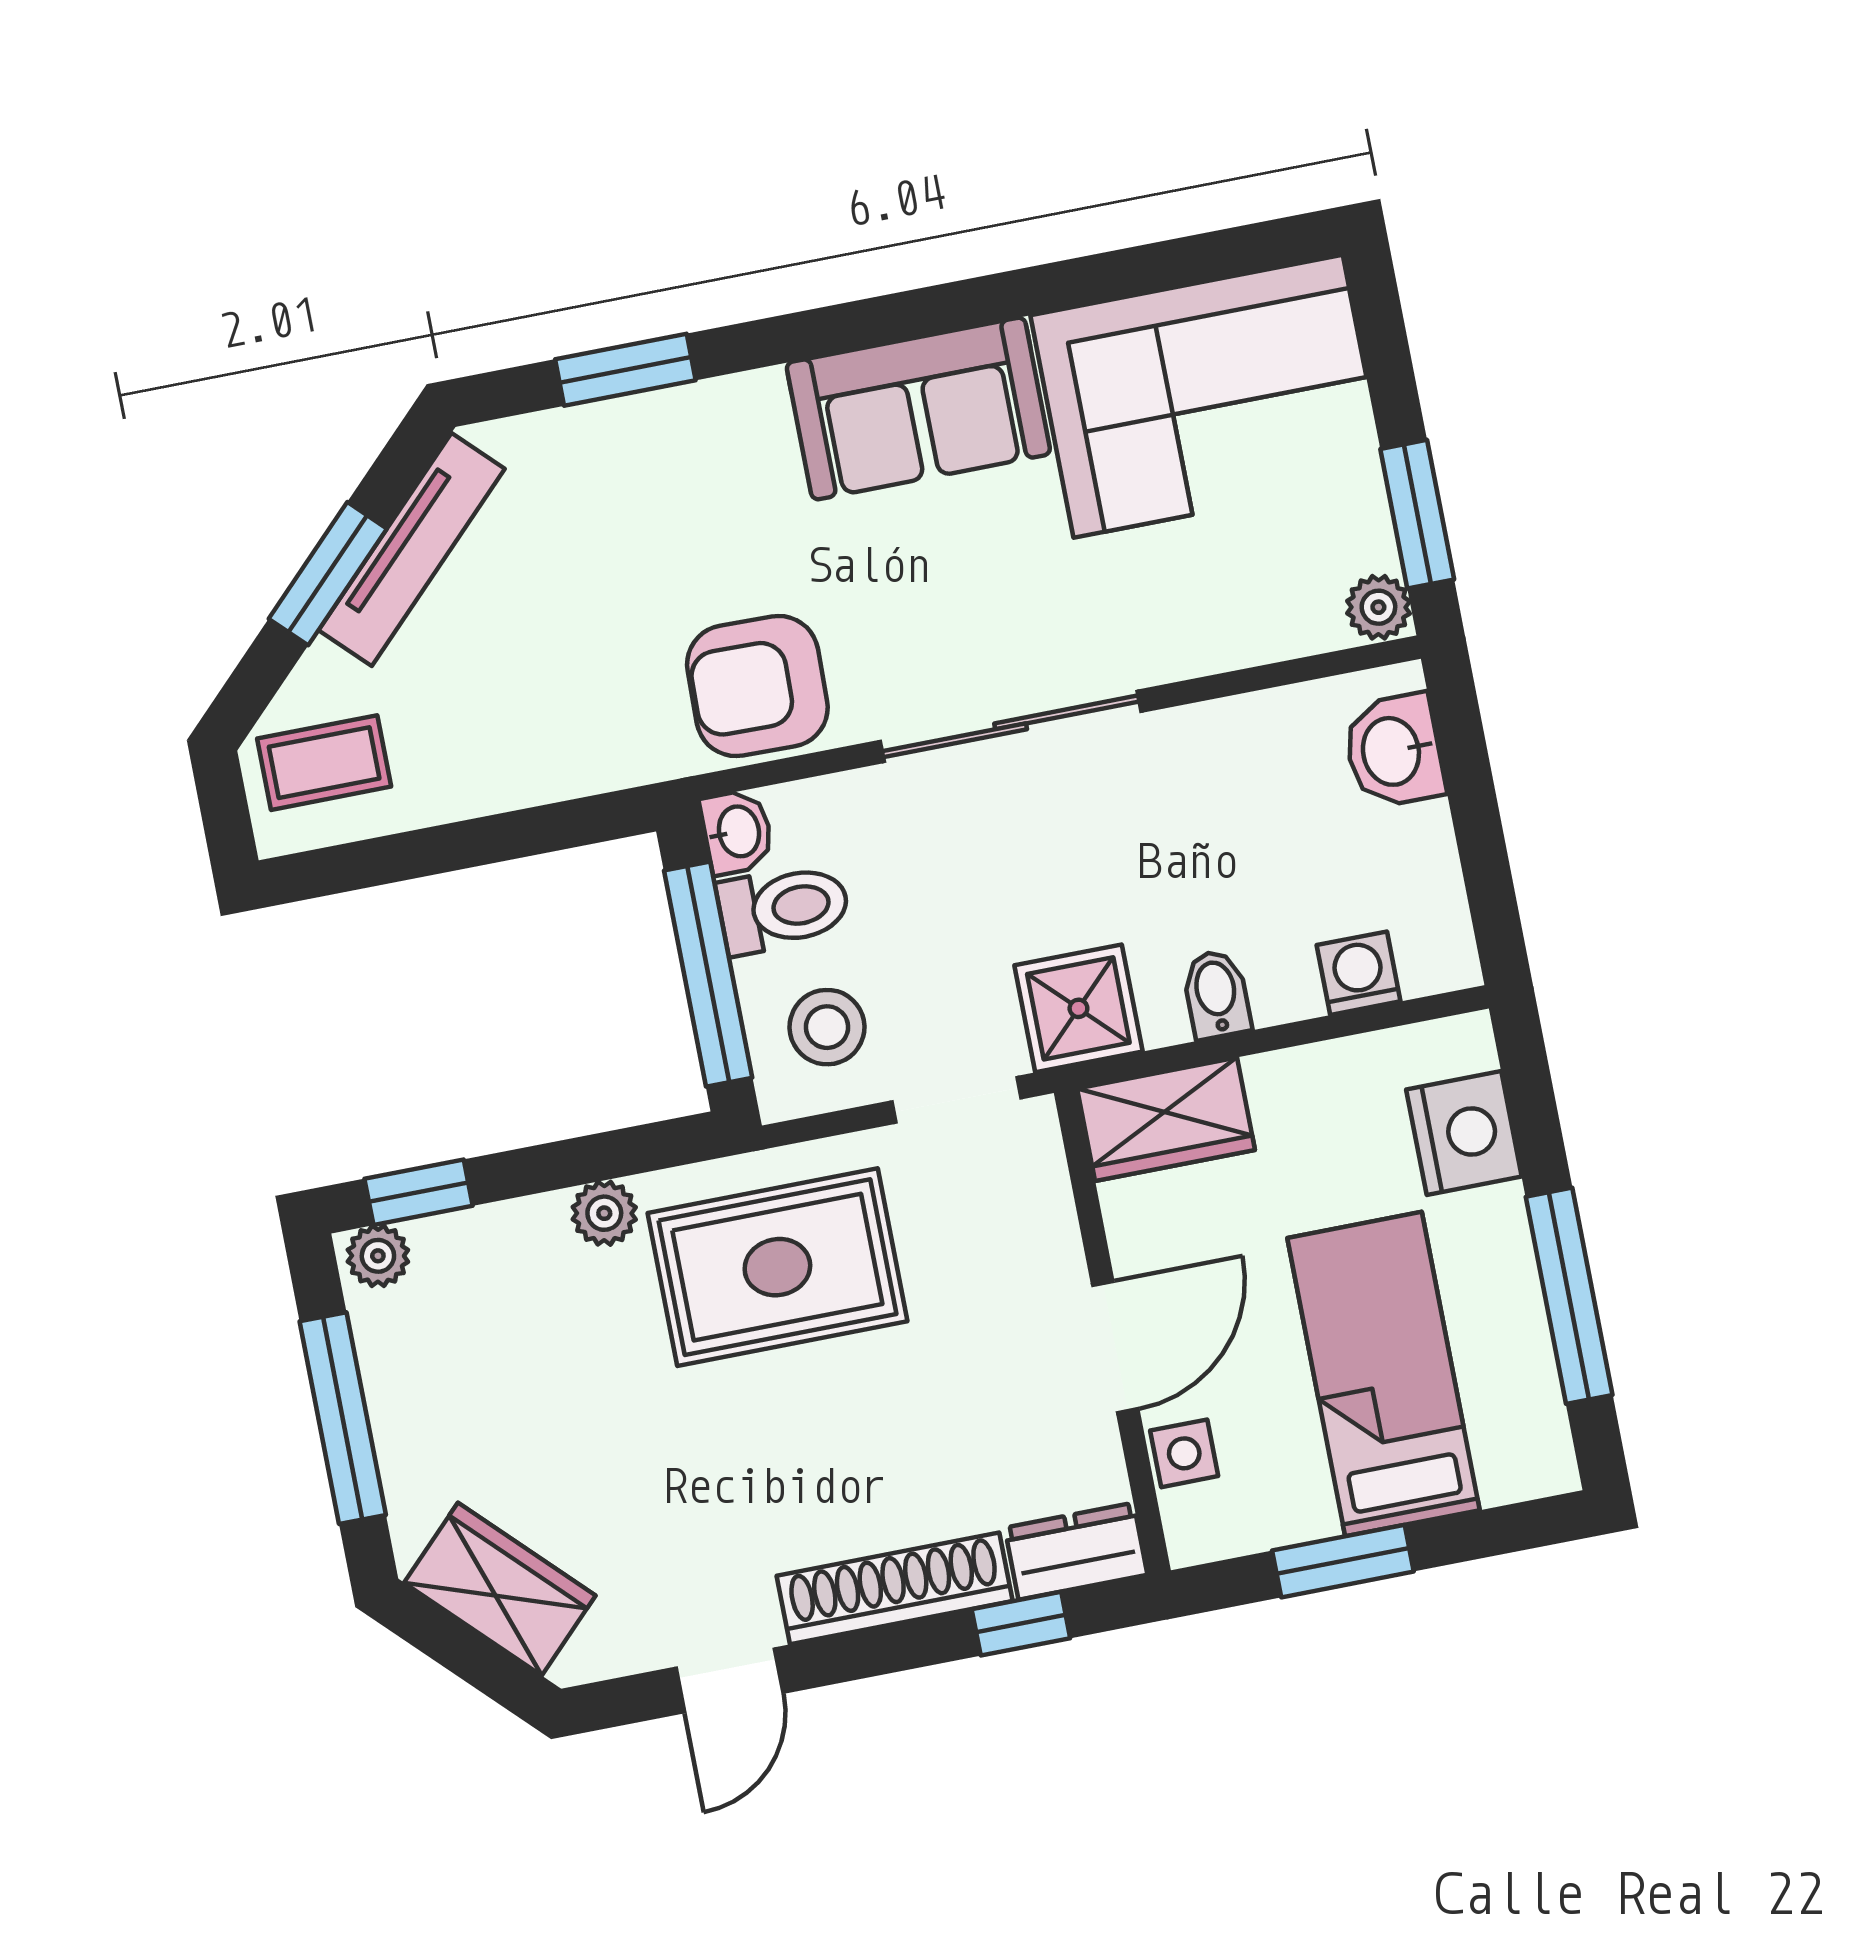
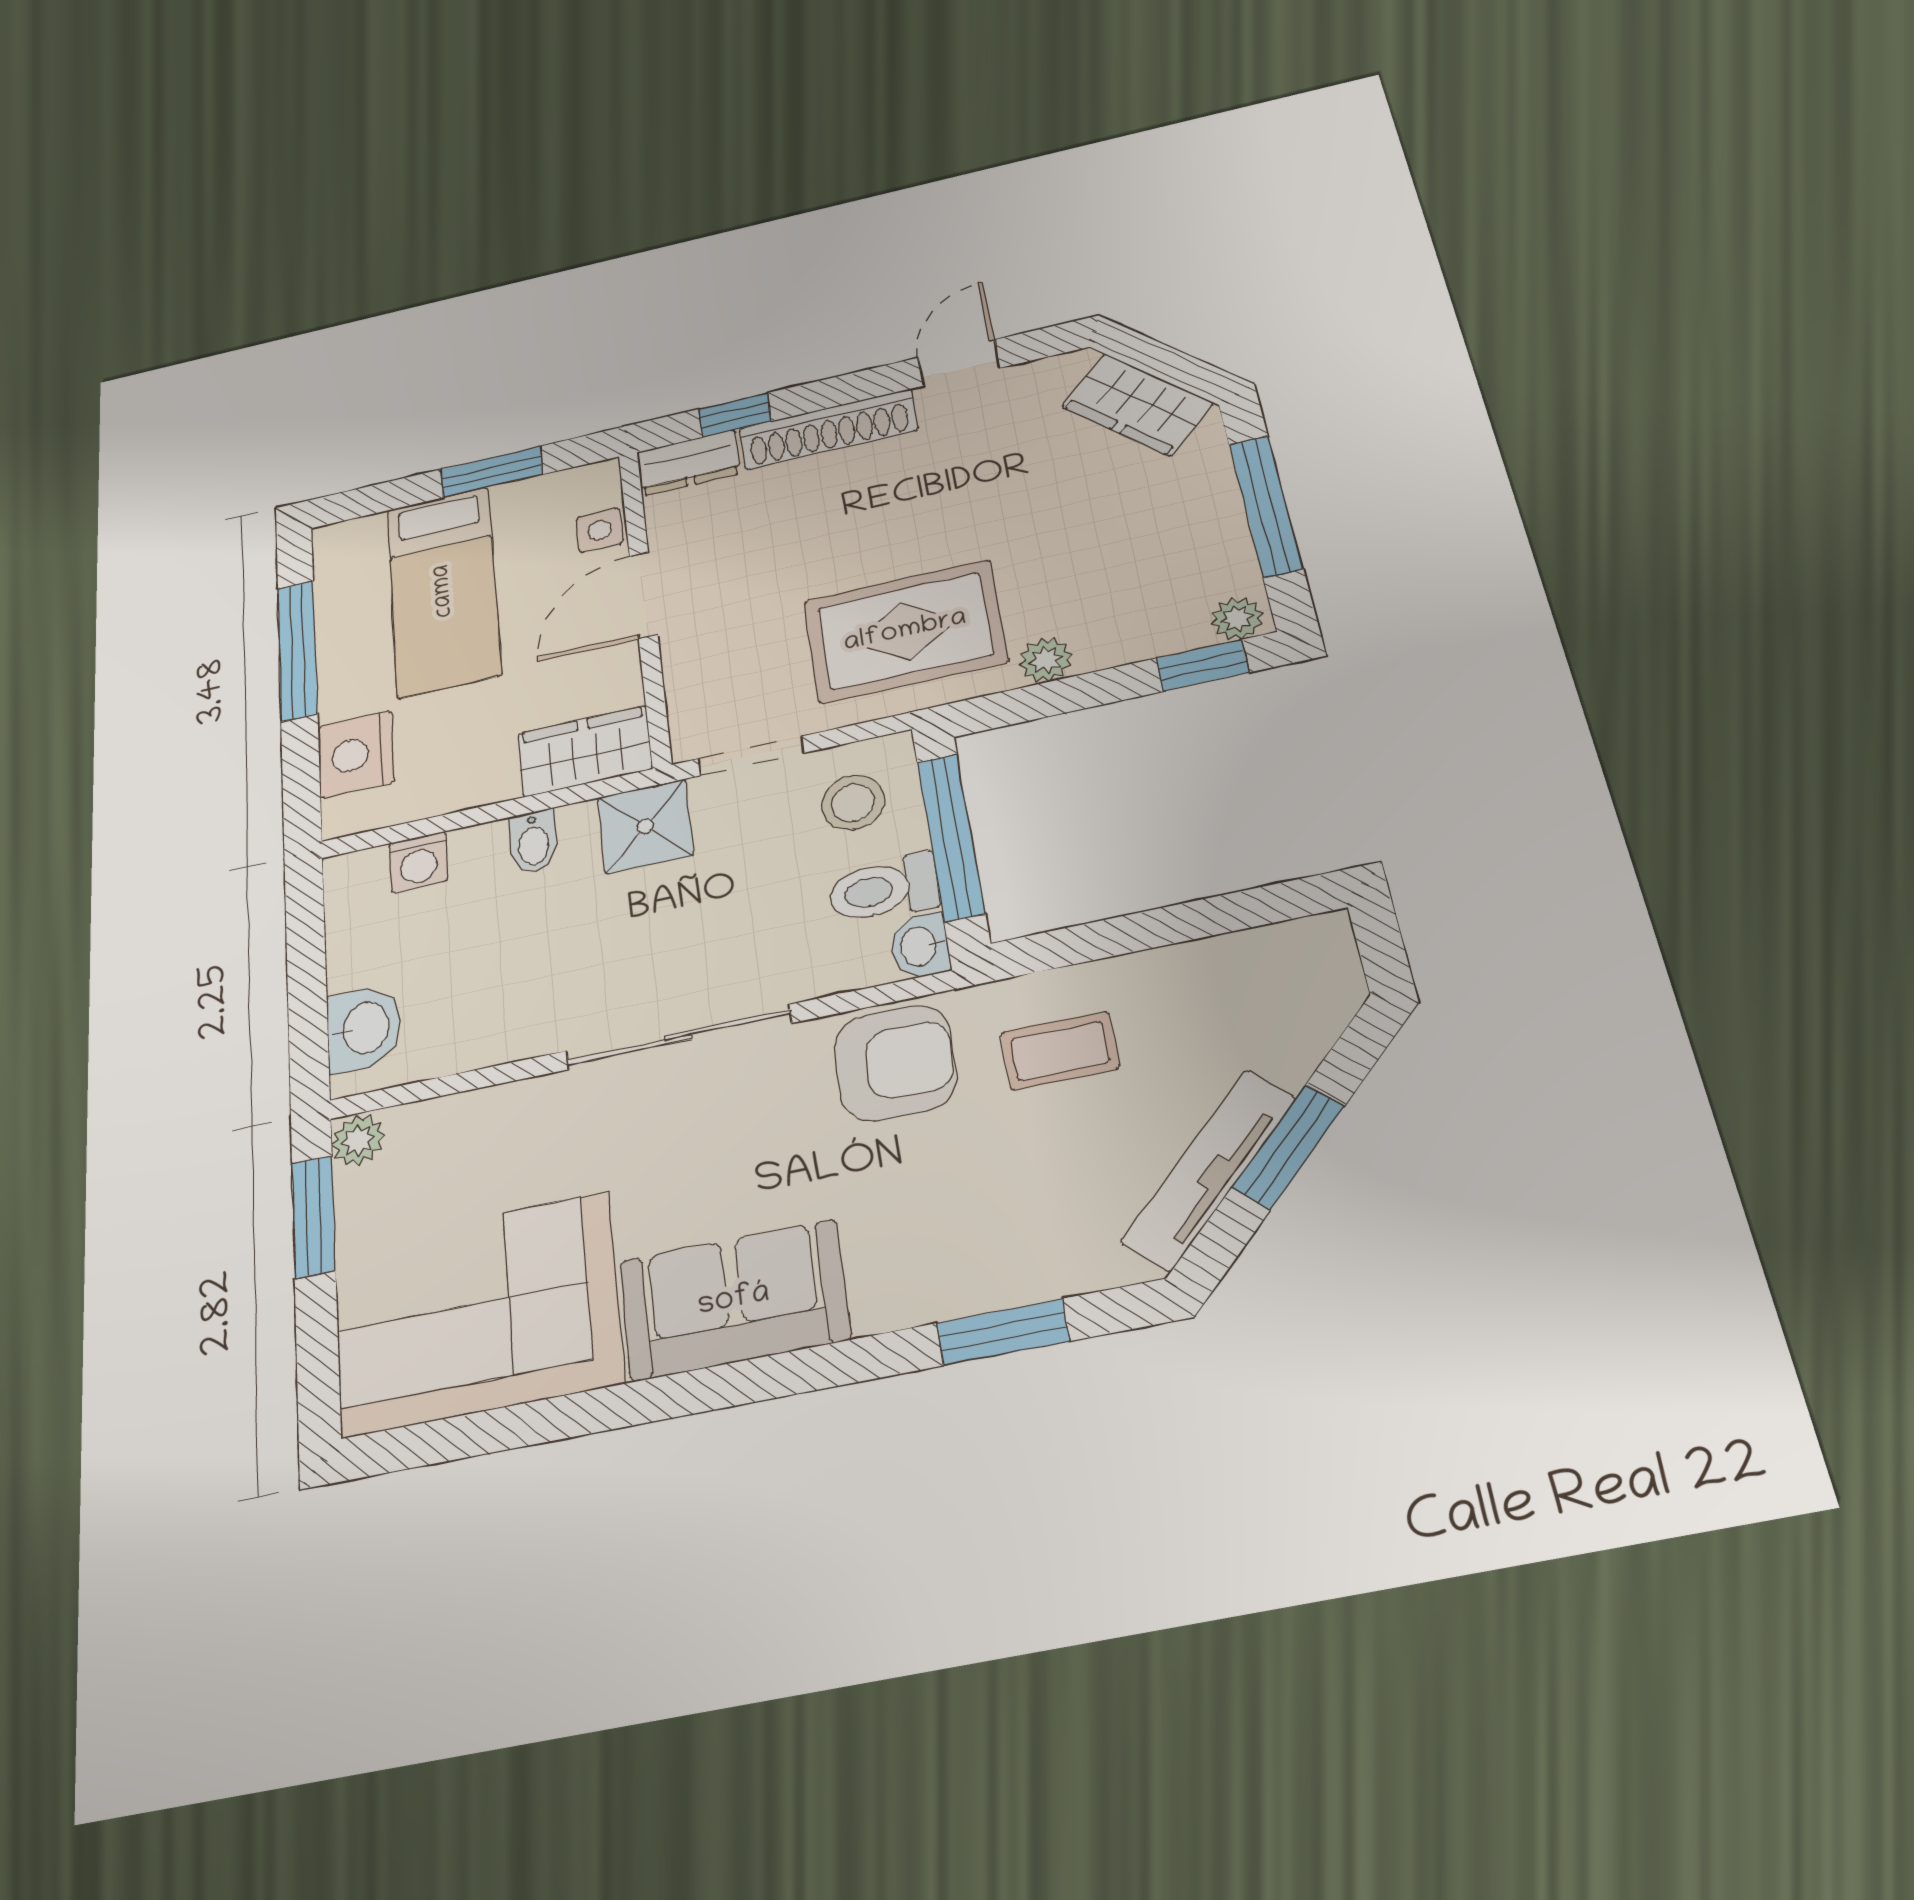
coffee table: (324, 763) -> (1060, 1051), moved

